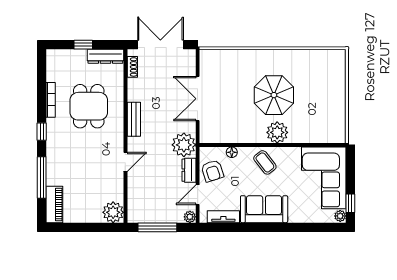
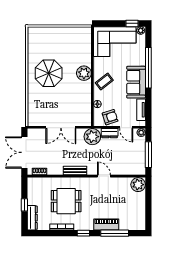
dresser: (105, 56) -> (32, 218), moved
parasol: (274, 95) -> (49, 73), moved
piano: (54, 204) -> (106, 224), moved
window: (285, 227) -> (148, 68), added

